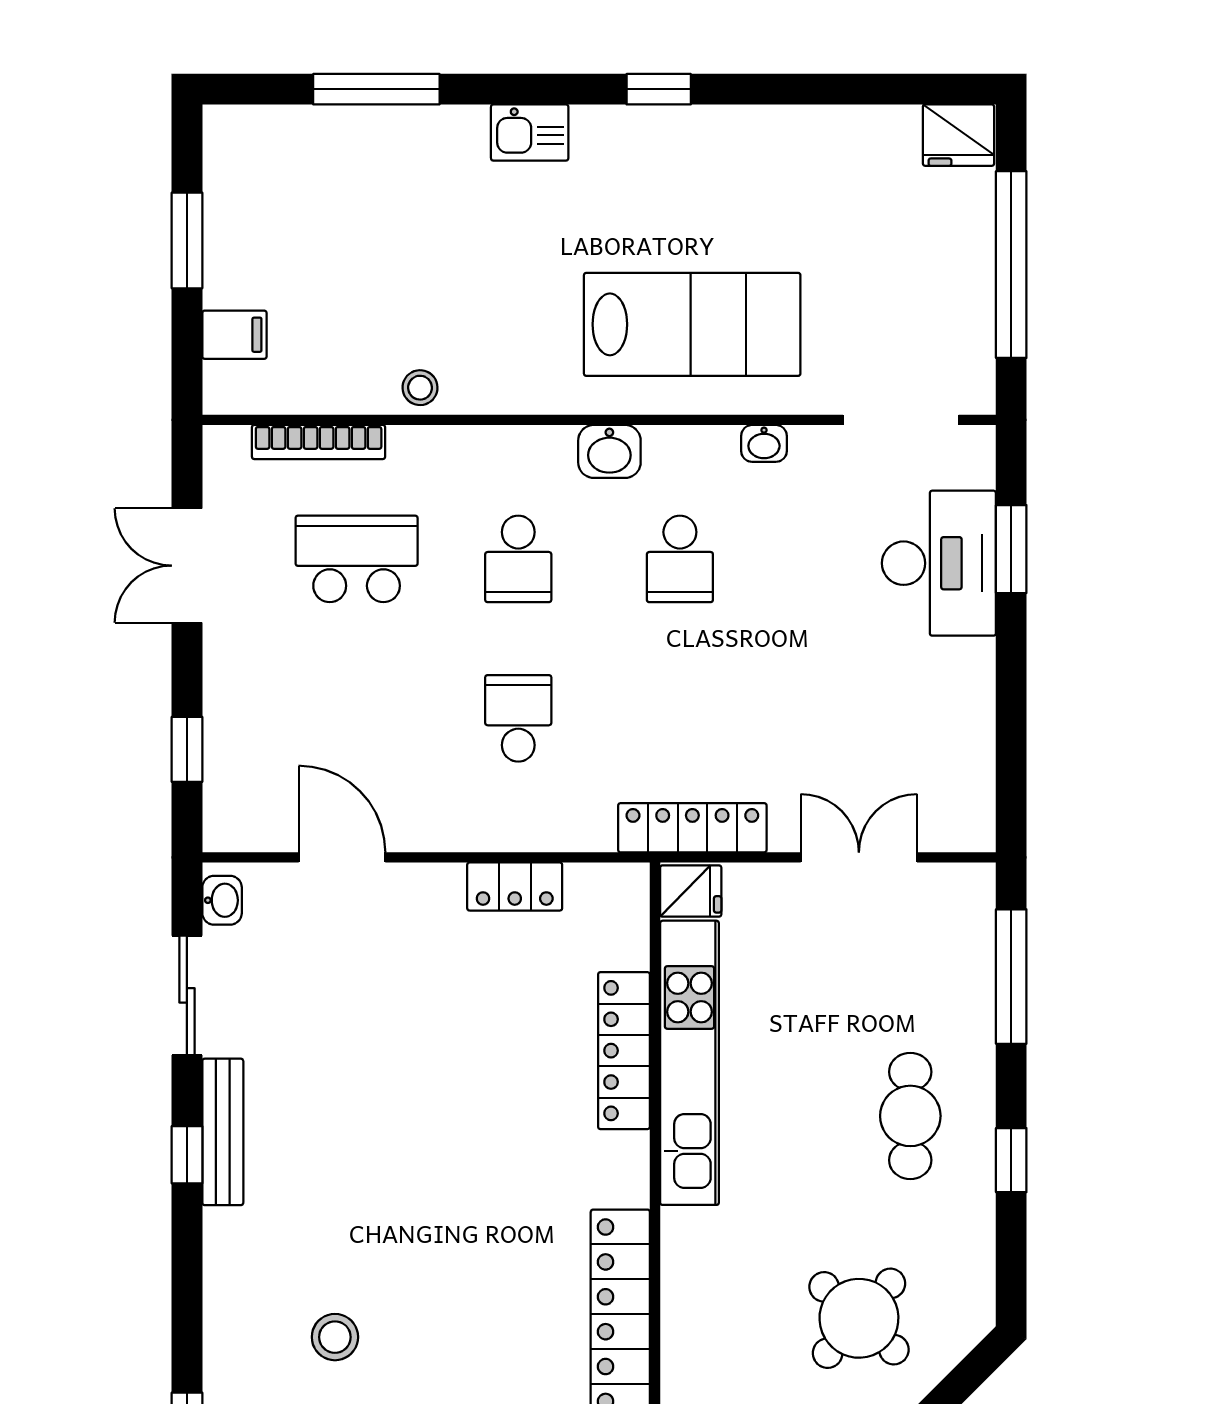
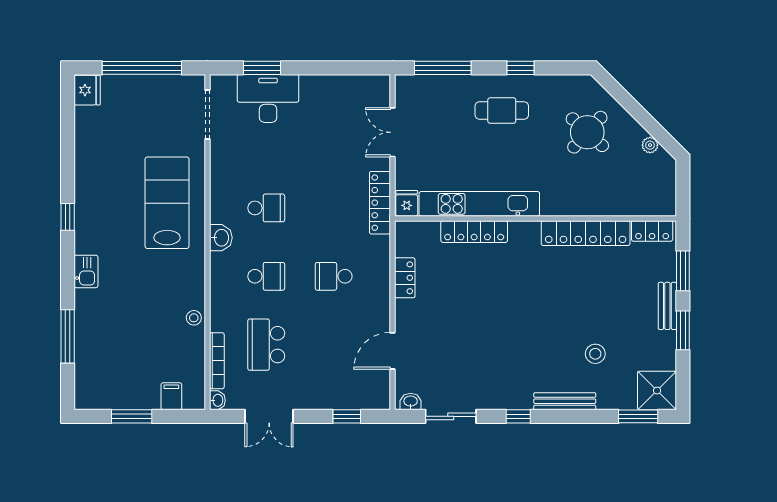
washbasin: (764, 443) -> (217, 400), moved
bench: (223, 1132) -> (565, 401), moved

